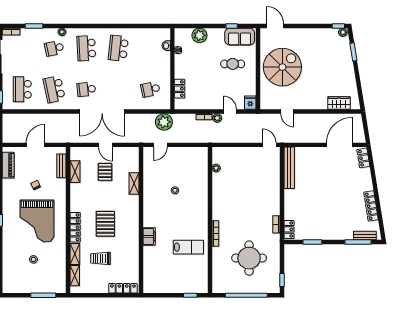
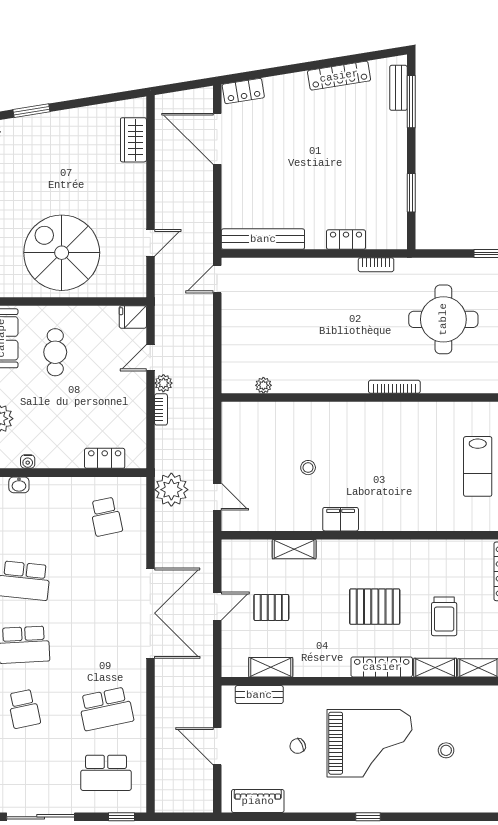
school desk: (86, 89) -> (106, 645), removed
locker: (289, 229) -> (346, 240), moved
filing cabinet: (149, 236) -> (341, 519), moved
lab bench: (188, 247) -> (478, 466), moved, turned 180

